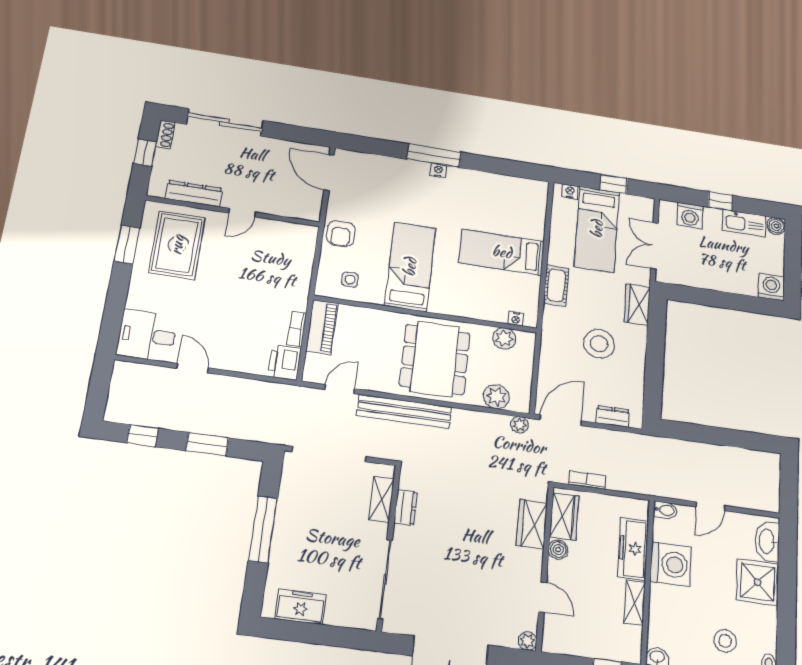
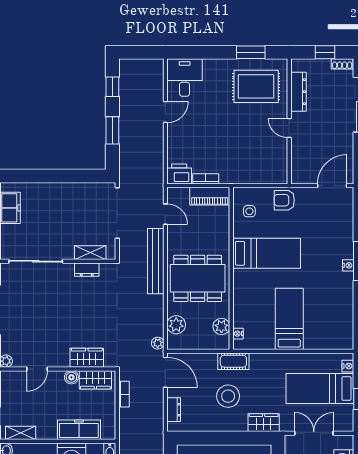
cot: (556, 285) -> (233, 361), moved
window: (263, 529) -> (59, 176), removed
shelving: (634, 603) -> (21, 433), moved

